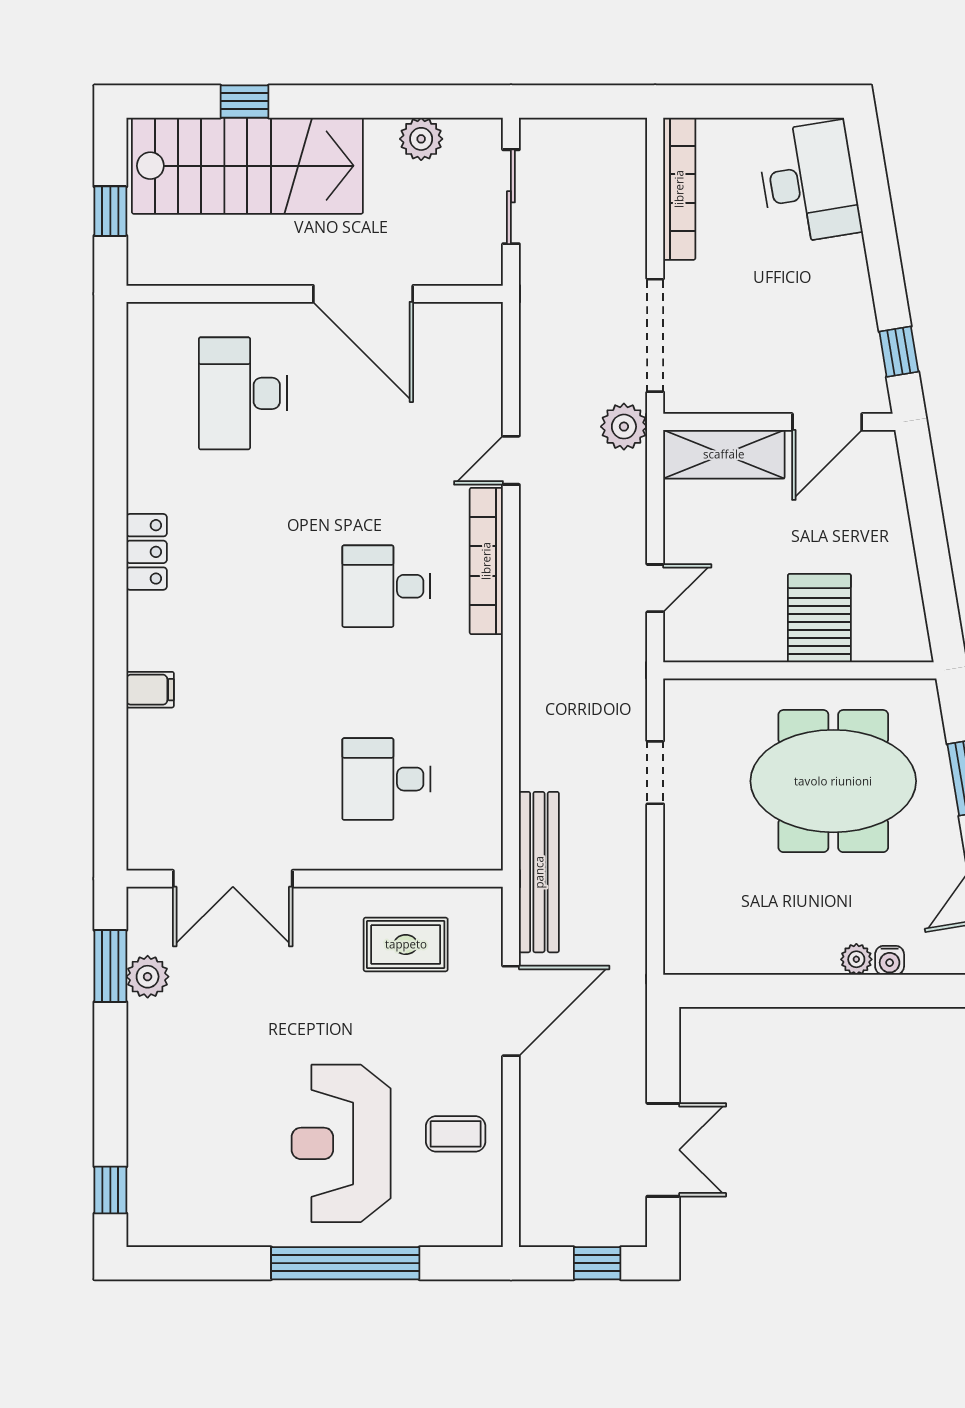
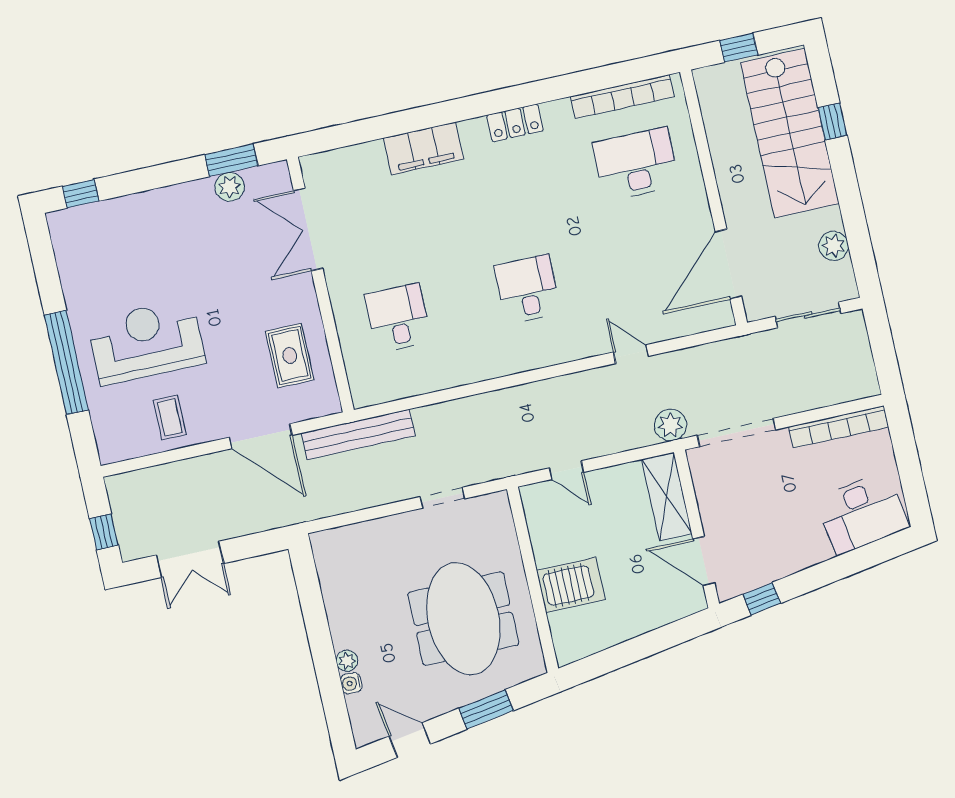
door: (363, 294) -> (728, 264), moved
bookcase: (486, 561) -> (622, 97), moved, turned 180
filing cabinet: (150, 690) -> (424, 148), width x3.00, depth x1.17

